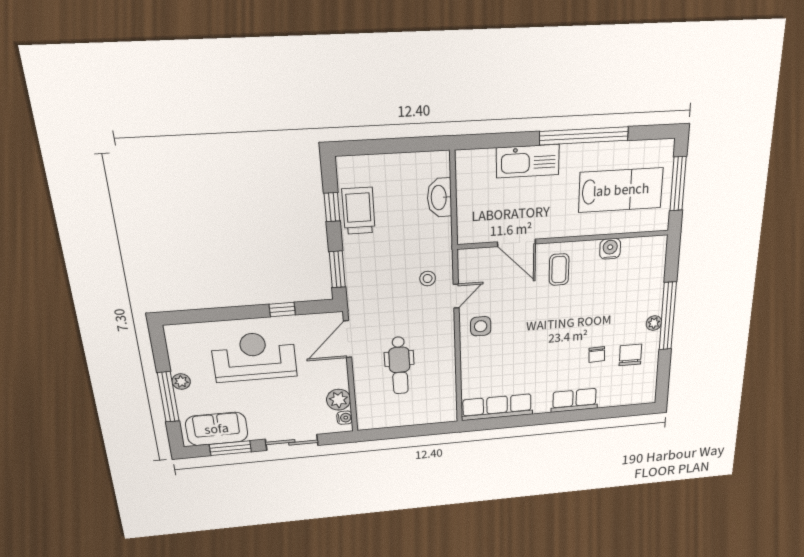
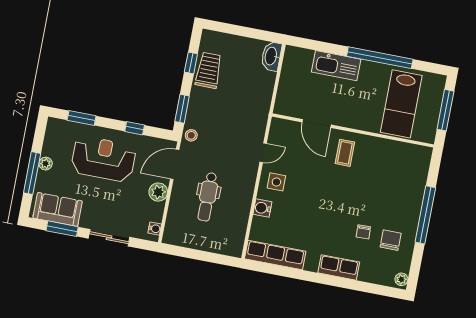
lab bench: (621, 190) -> (401, 104), turned 90
washbasin: (439, 198) -> (271, 56), moved
water cooler: (610, 249) -> (262, 208), moved, turned -90
stool: (428, 279) -> (191, 135), moved
window: (208, 315) -> (82, 118), added
plant: (654, 323) -> (401, 279), moved
plant: (339, 400) -> (158, 192), moved

